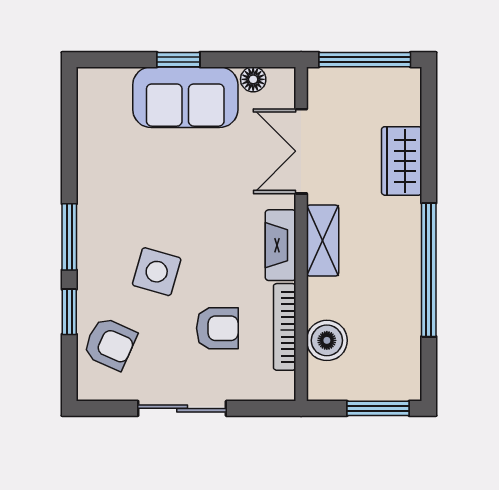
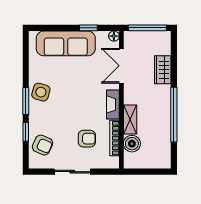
window: (178, 60) -> (88, 28), moved
floor lamp: (253, 79) -> (114, 36), moved
sofa: (185, 97) -> (66, 43), width x1.36
shelving: (323, 241) -> (130, 119), moved
side table: (157, 272) -> (41, 92), moved
window: (378, 408) -> (153, 172), removed

